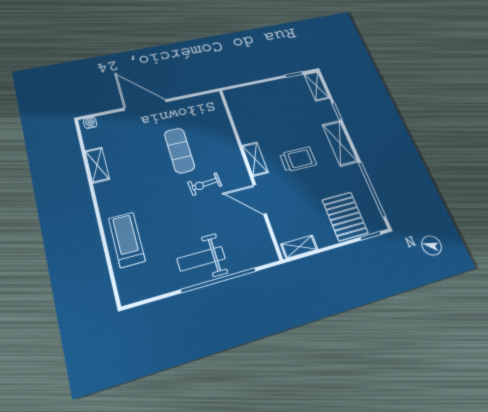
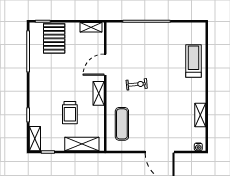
shelving: (340, 143) -> (82, 144), moved, turned 90
exercise mat: (179, 150) -> (122, 124), moved
trolley: (298, 159) -> (70, 113), moved, turned -90
door: (260, 199) -> (105, 65), swing flipped
treadmill: (127, 240) -> (193, 61), turned 180
weight bench: (201, 259) -> (153, 37), removed

